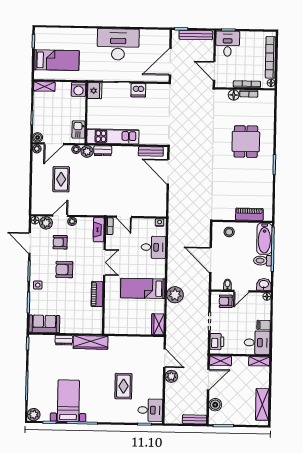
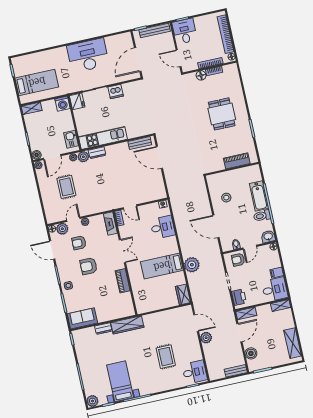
piano: (249, 214) -> (237, 161), moved
wall: (242, 221) -> (232, 169), moved

